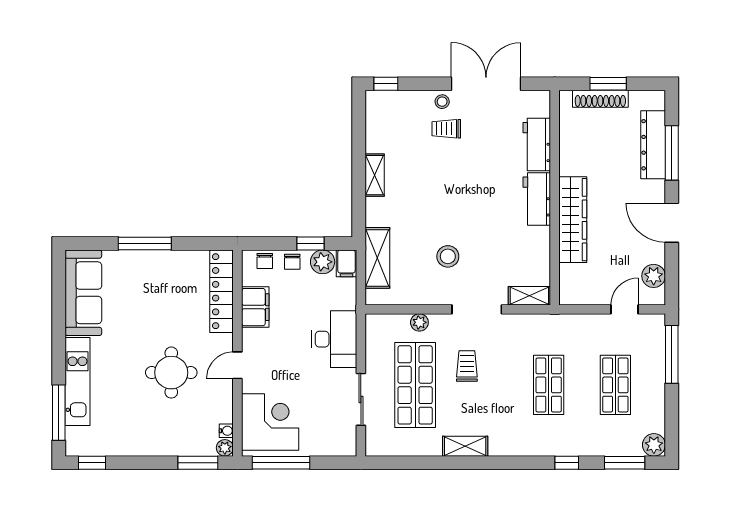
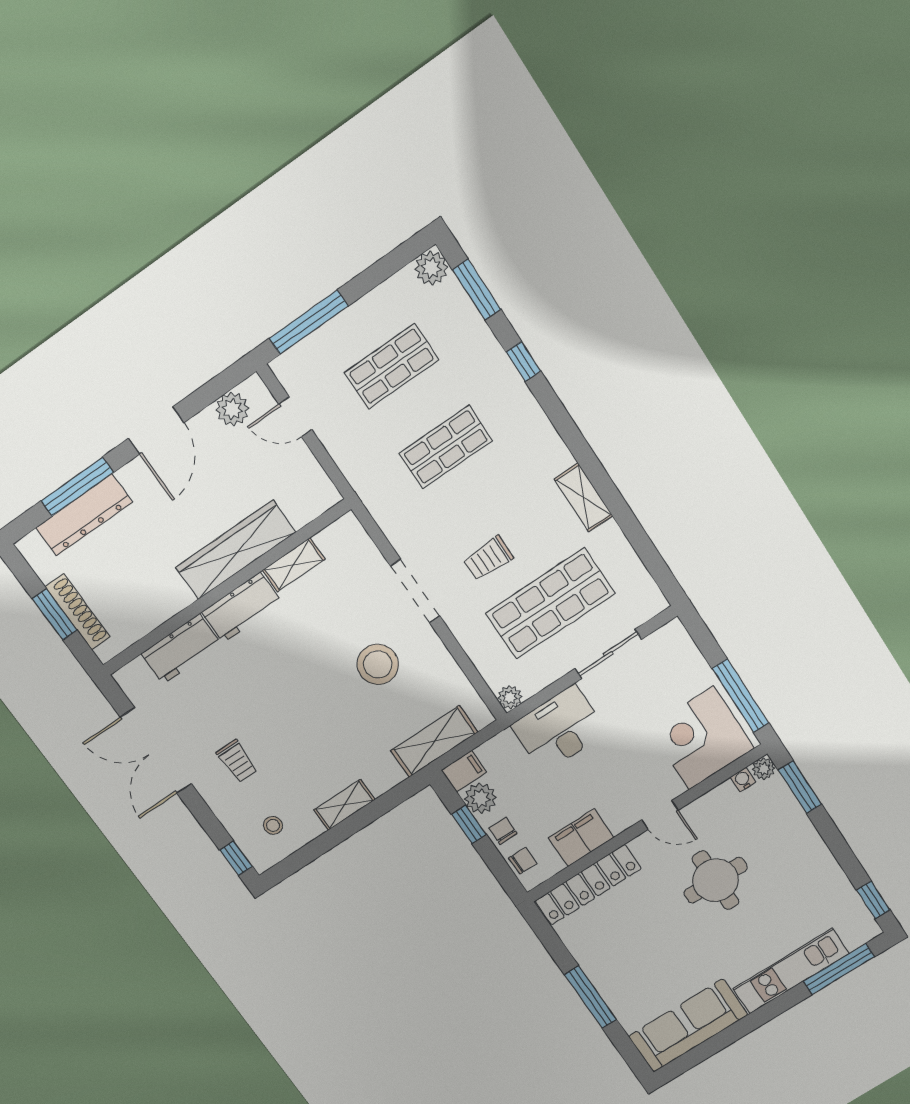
stool: (442, 102) -> (273, 825), moved
stool: (448, 256) -> (378, 664), width x1.38, depth x1.38
chair: (292, 262) -> (503, 831), turned -90
shelving: (529, 296) -> (294, 565), moved, turned 90
plant: (419, 322) -> (510, 697), moved

